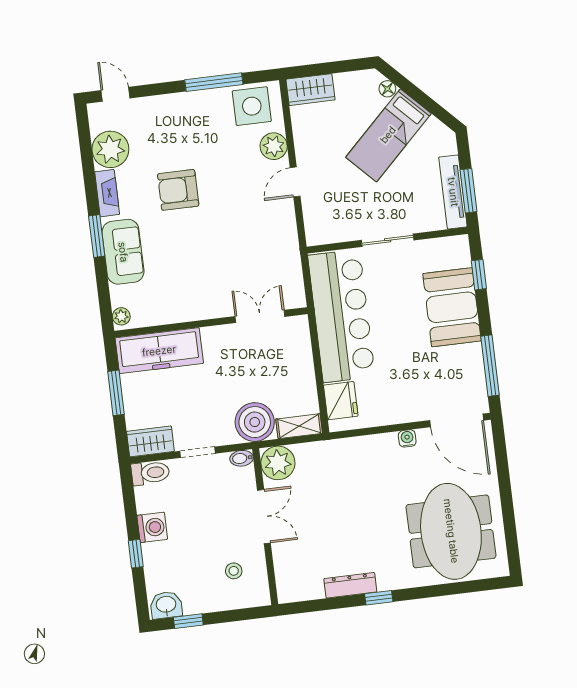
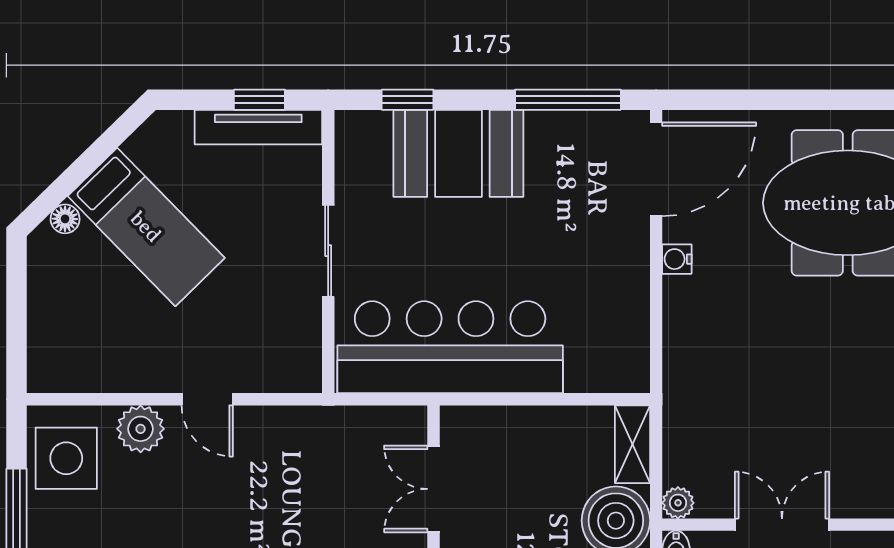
wardrobe: (311, 90) -> (50, 353), removed
window: (469, 191) -> (259, 100), width x0.67
fridge: (341, 401) -> (597, 366), removed
plant: (278, 463) -> (678, 503), width x0.53, depth x0.53

